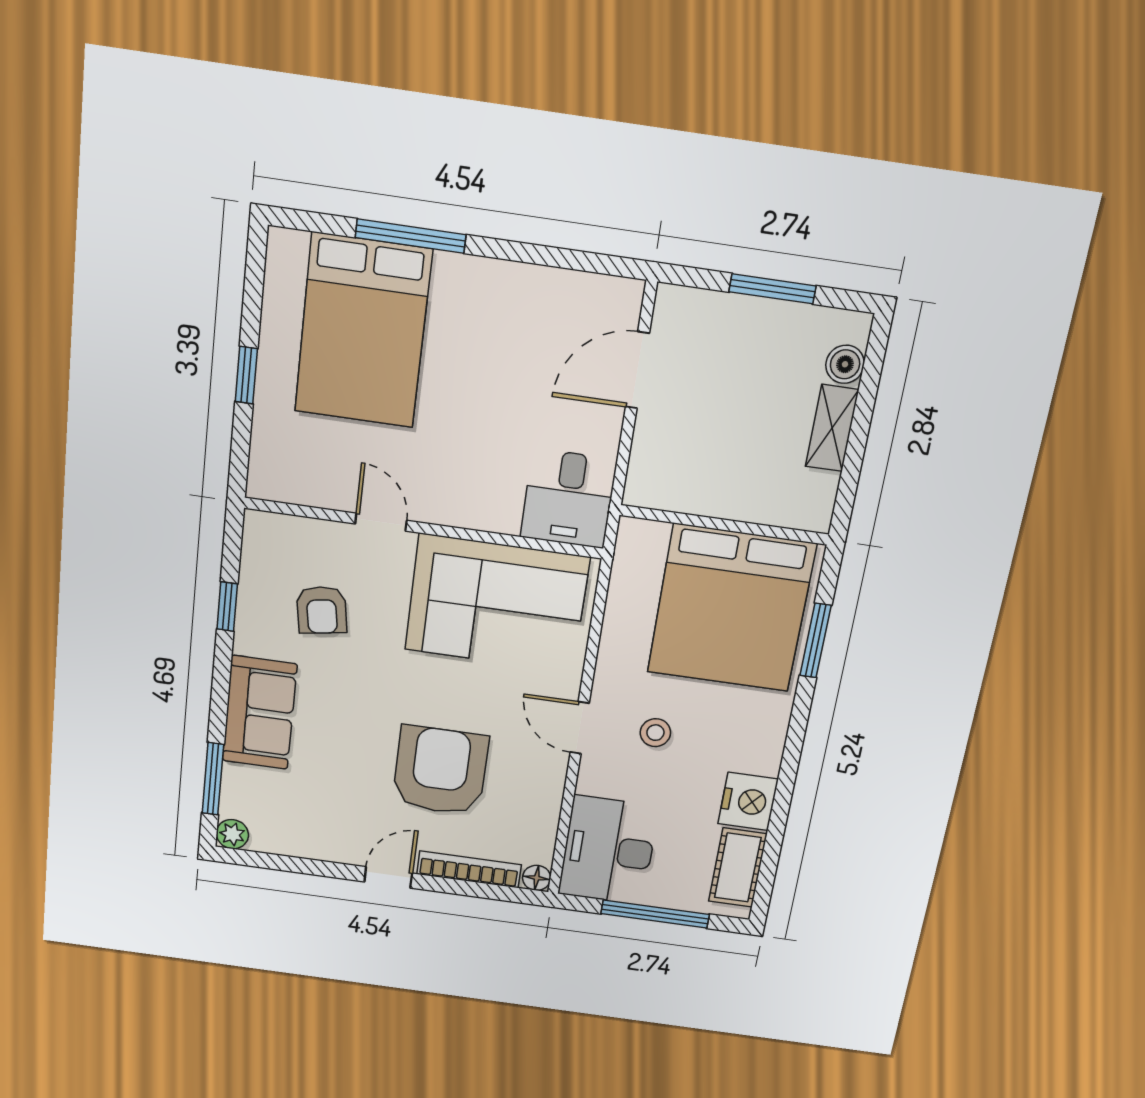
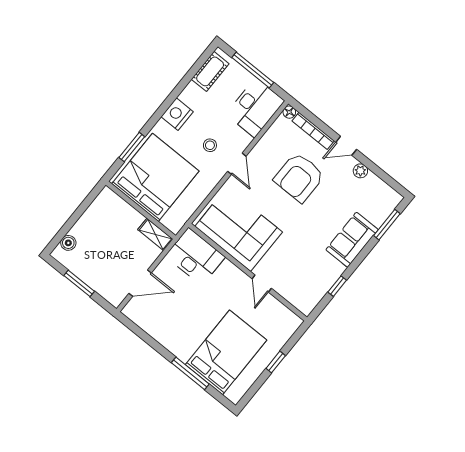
shelving: (832, 428) -> (155, 234), moved, turned 90
desk: (569, 498) -> (195, 256), width x1.37
armchair: (322, 610) -> (304, 264), removed
nightstand: (748, 801) -> (177, 114), moved
plant: (232, 834) -> (360, 171), moved

